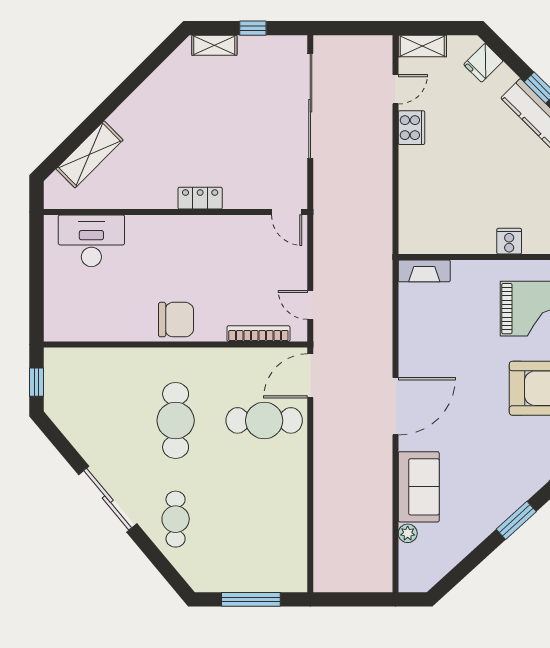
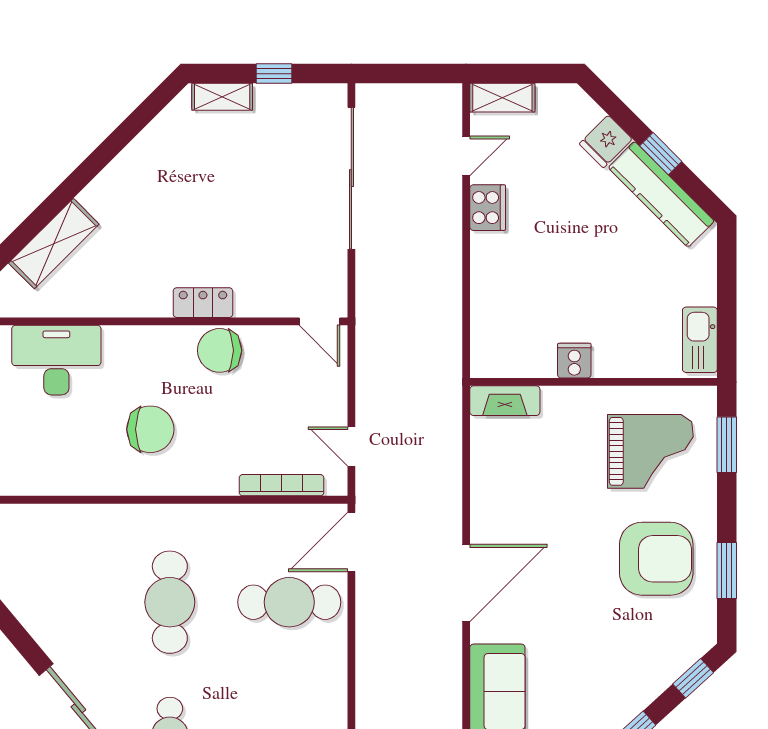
fridge: (483, 63) -> (606, 141), moved
chair: (212, 234) -> (220, 350), added
cooker: (509, 241) -> (574, 361), moved
chair: (176, 320) -> (150, 429), moved

